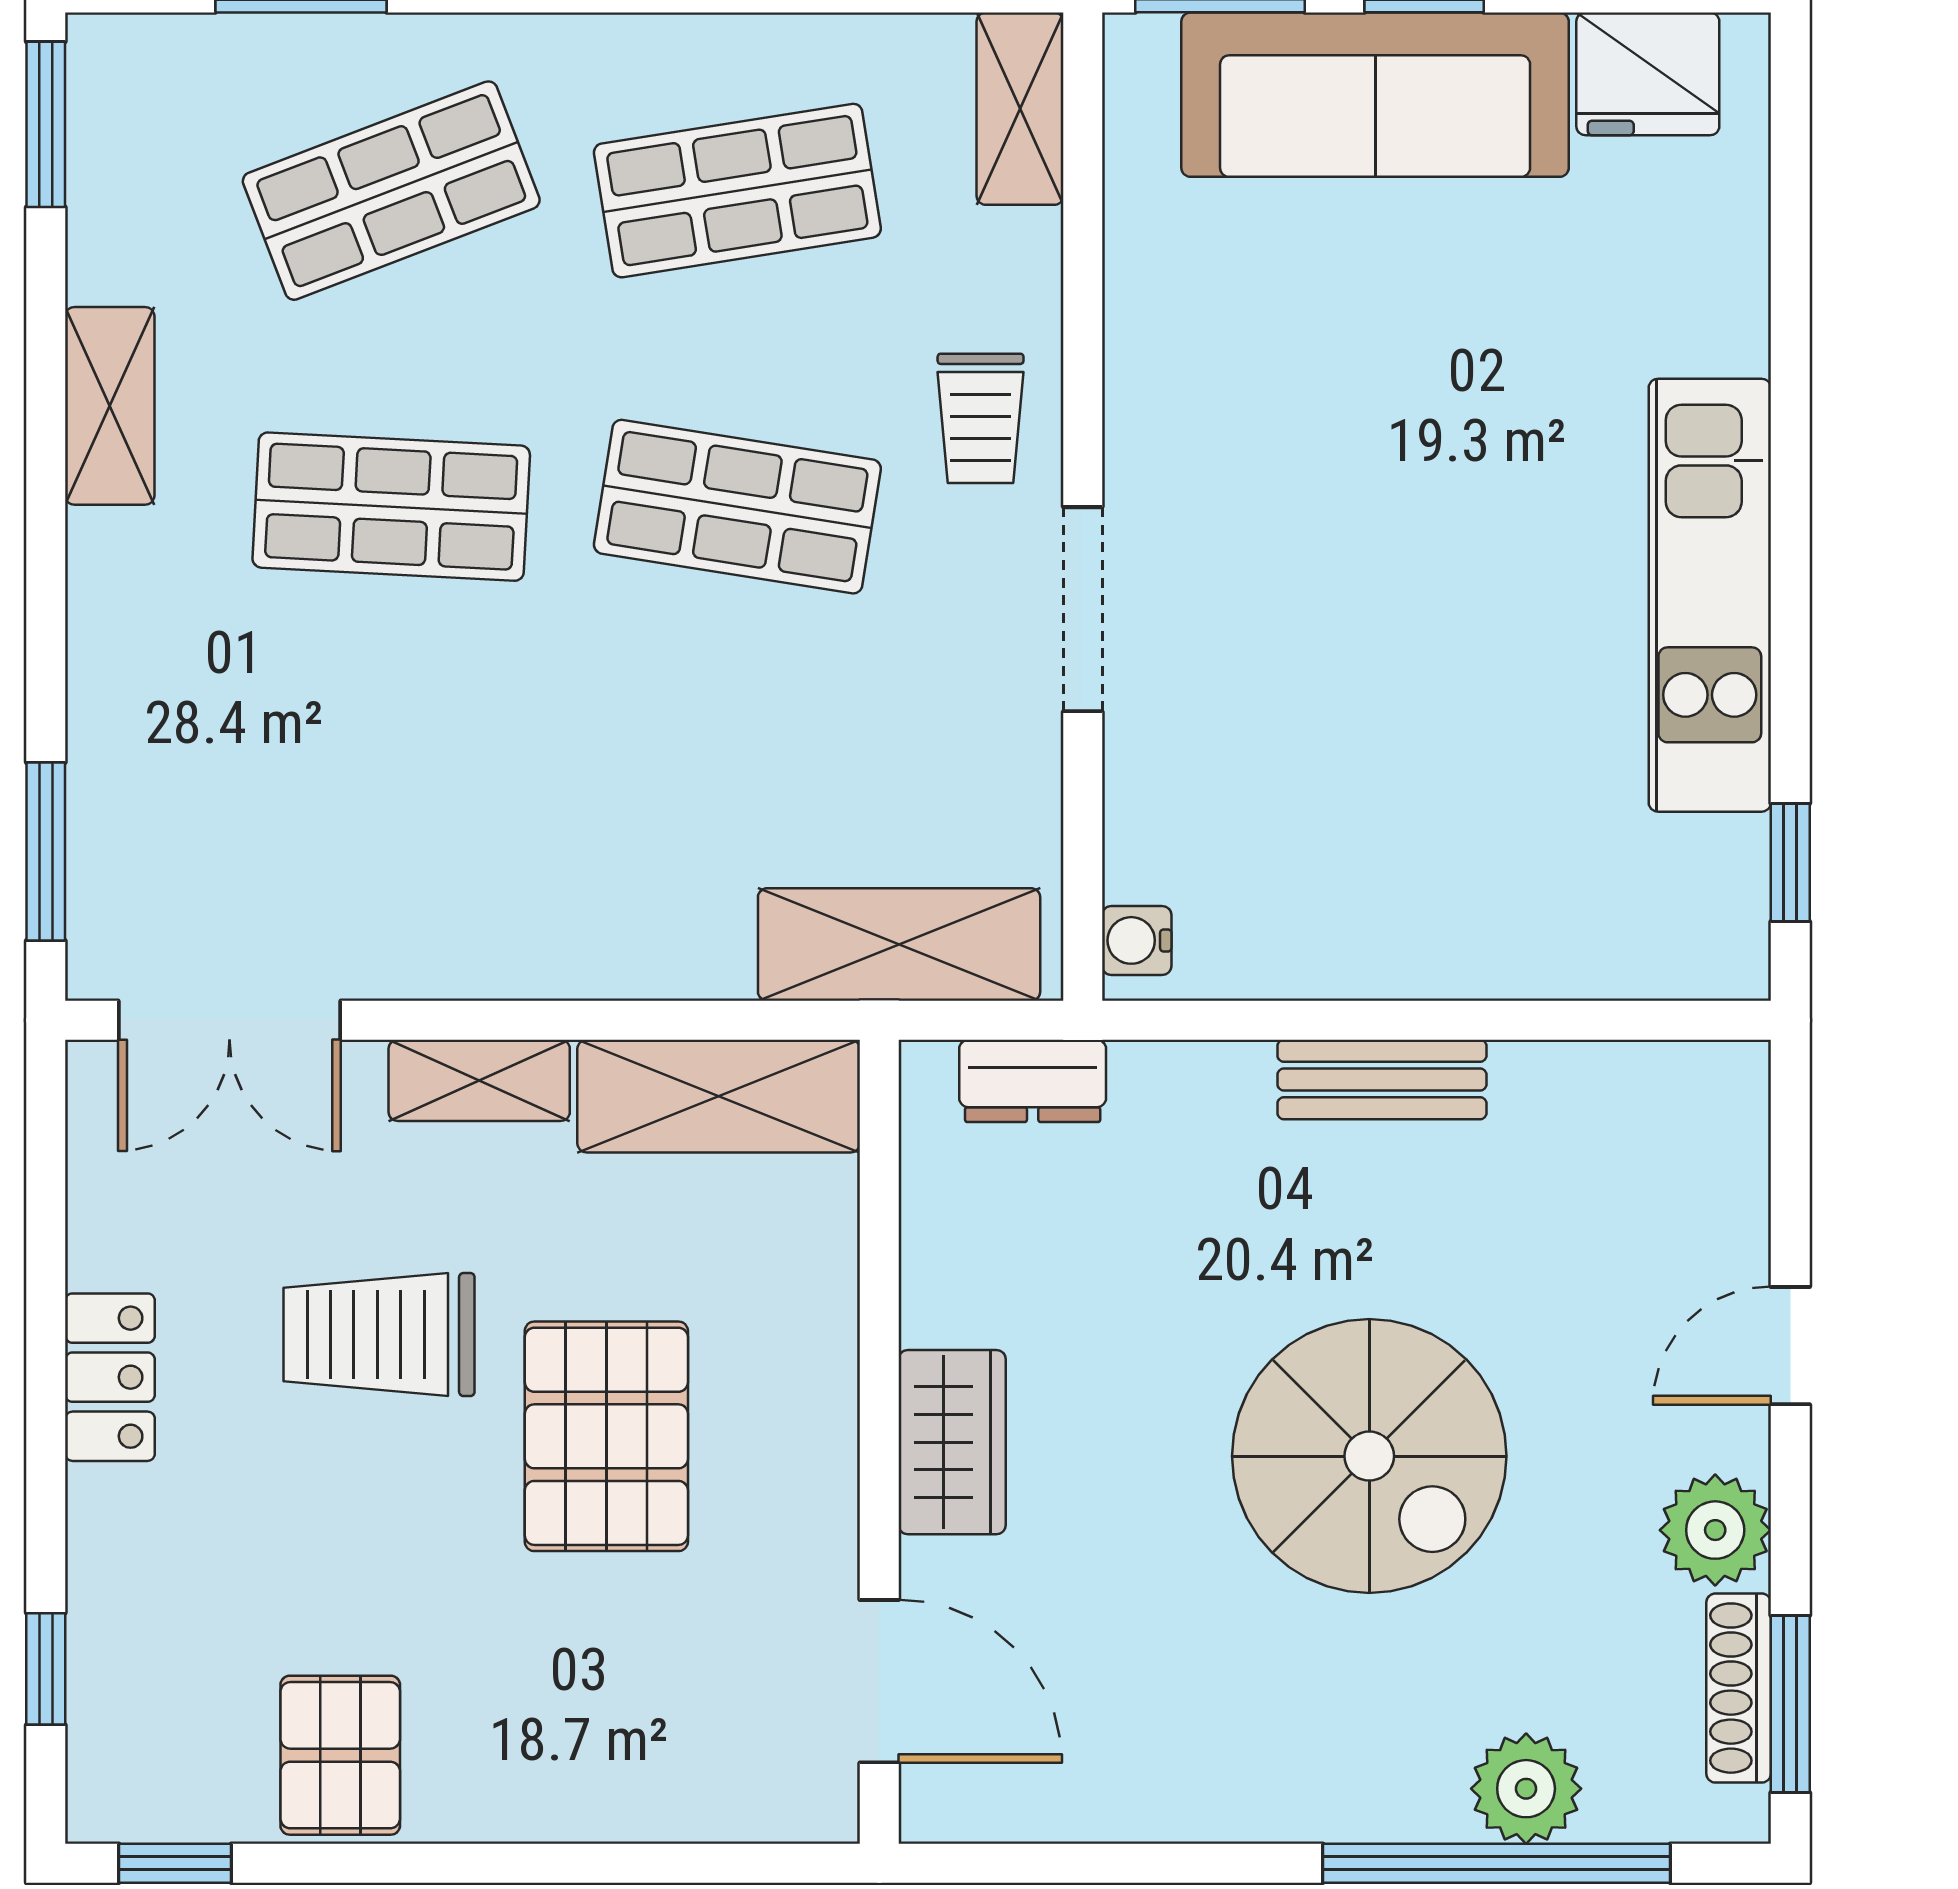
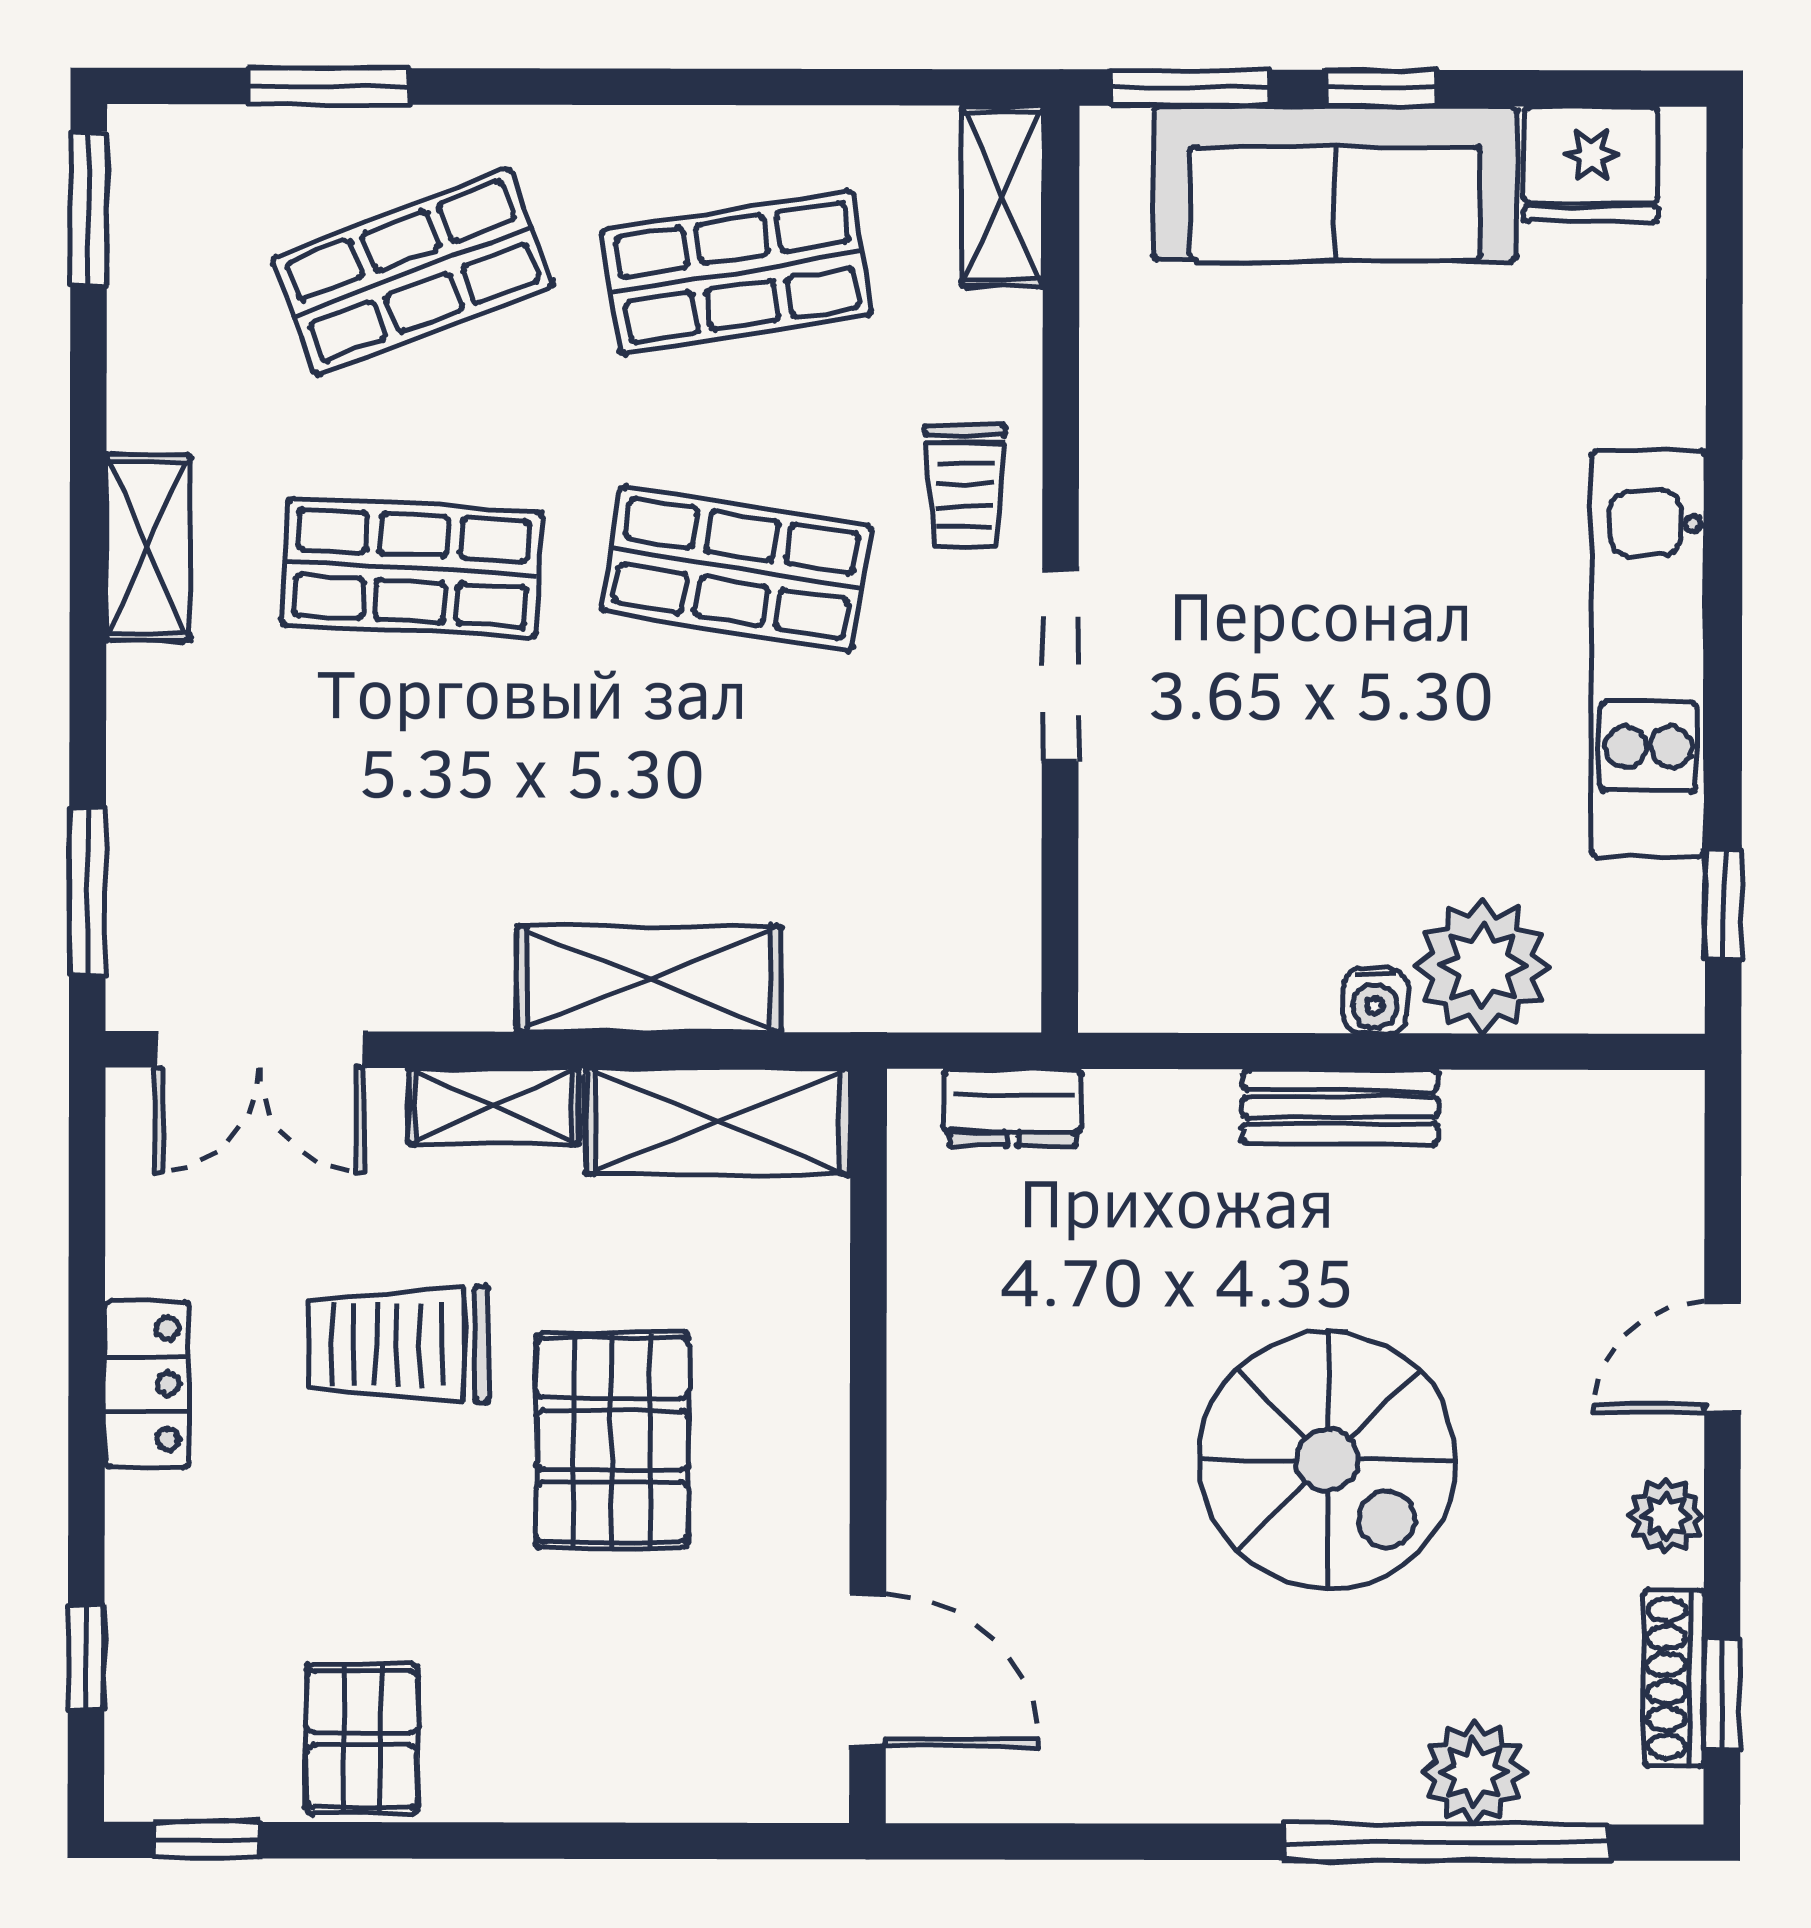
shelving: (110, 406) -> (148, 548), moved
plant: (1534, 929) -> (1483, 966), added
water cooler: (1137, 940) -> (1375, 1001), moved, turned -90
shelving: (899, 944) -> (649, 979), moved
wardrobe: (952, 1442) -> (936, 1446), removed
plant: (1715, 1530) -> (1666, 1516), width x0.73, depth x0.73
window: (1790, 1704) -> (1722, 1693), width x0.67

